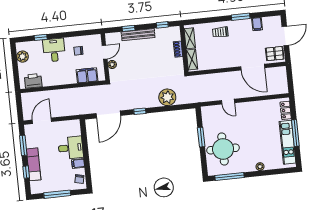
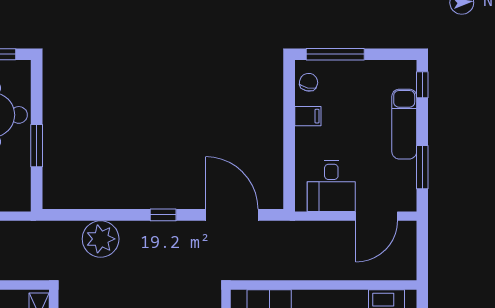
door: (108, 115) -> (232, 215), hinge flipped
desk: (71, 148) -> (331, 186), moved, turned -90
window: (26, 172) -> (422, 85), moved
window: (57, 194) -> (335, 54), moved

